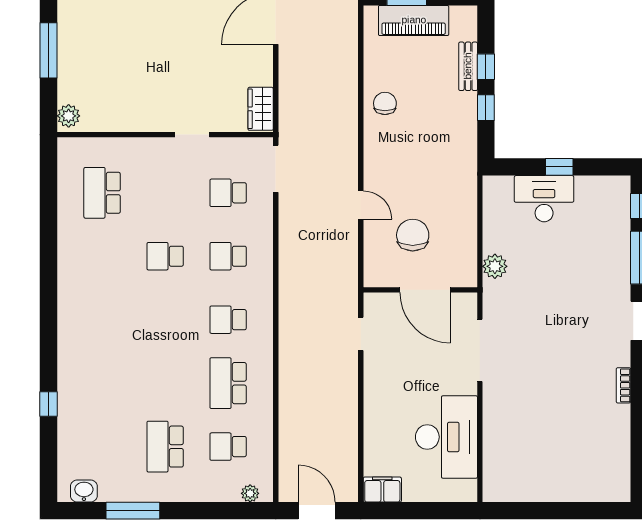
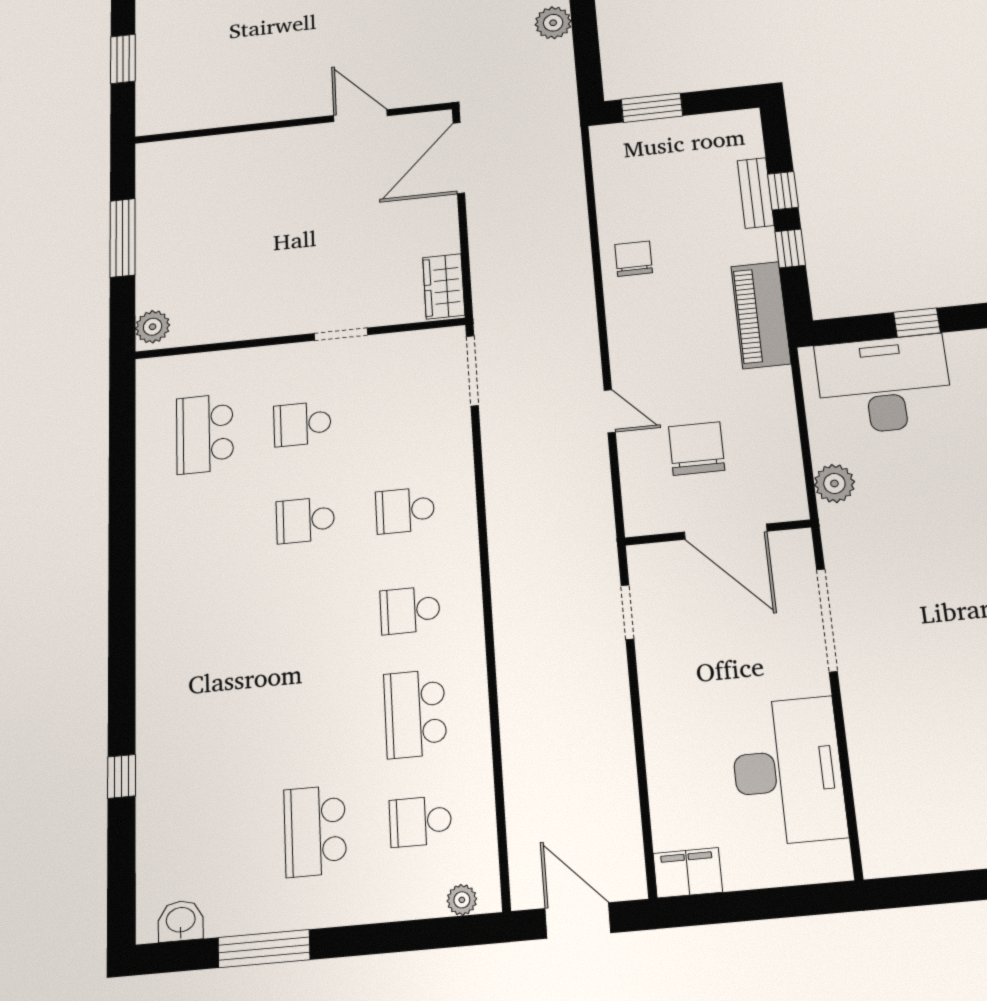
piano: (414, 20) -> (761, 315), moved, turned 90
school desk: (228, 193) -> (302, 424), moved
desk: (544, 199) -> (884, 384), width x1.36, depth x1.30

